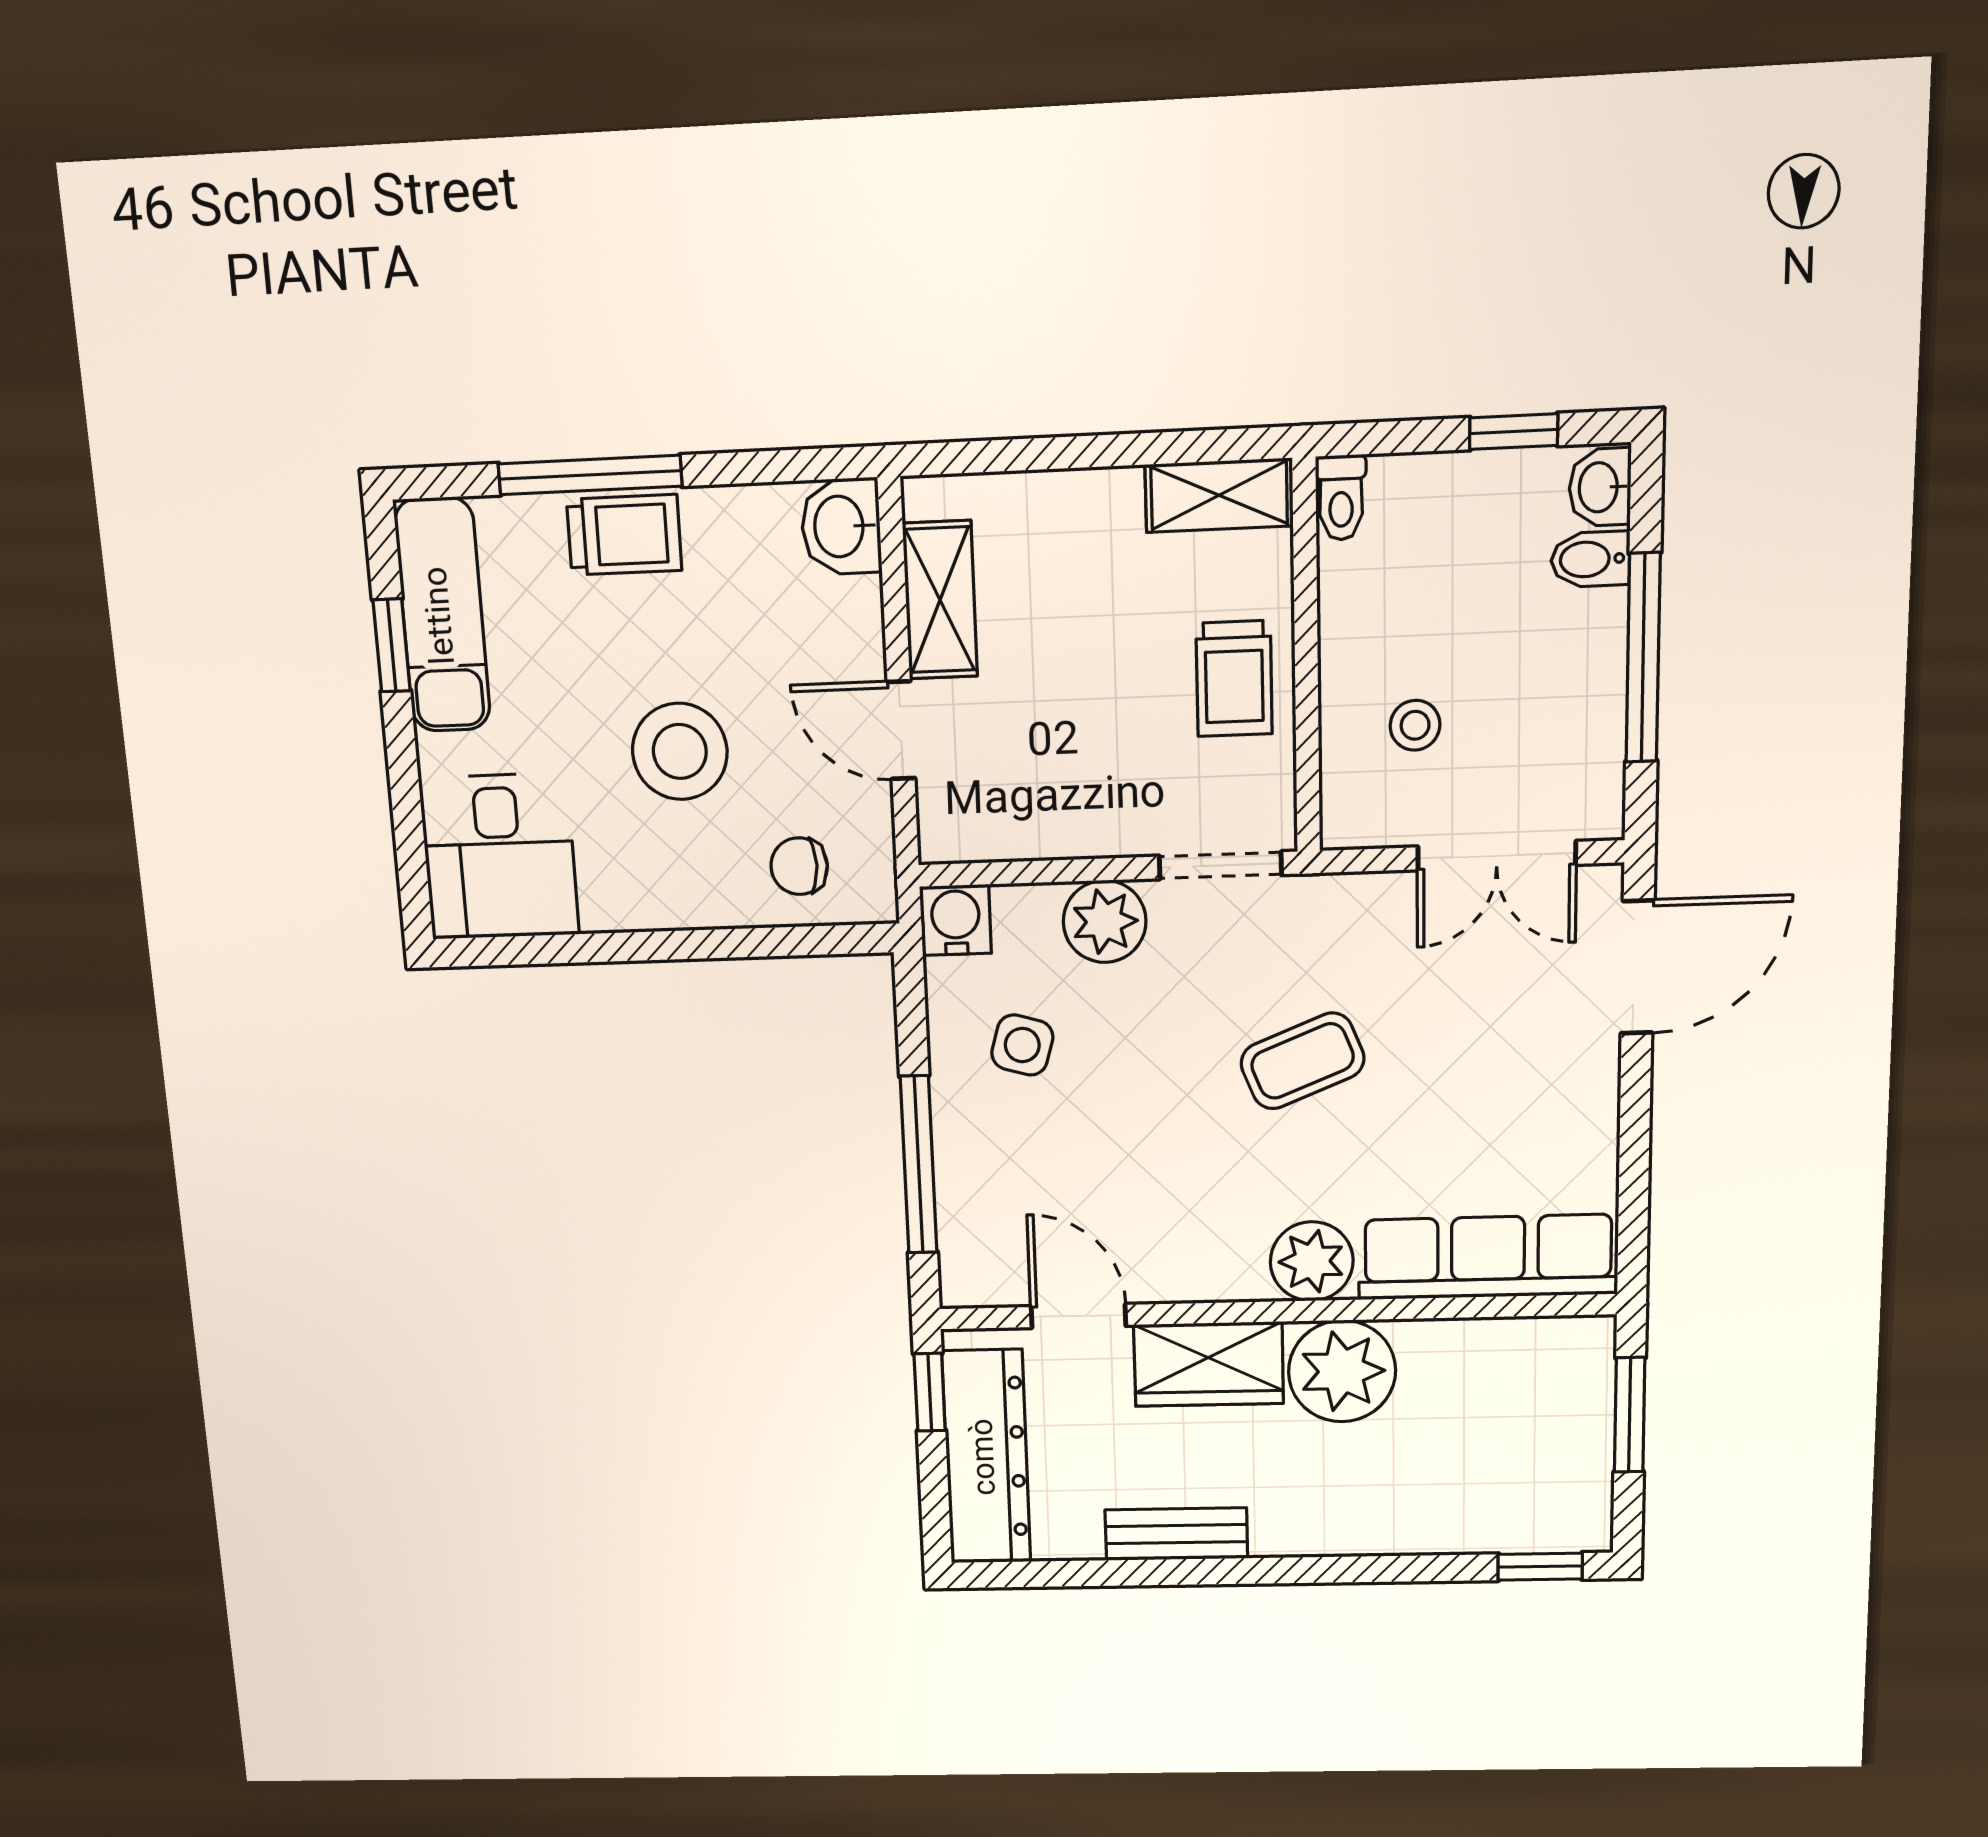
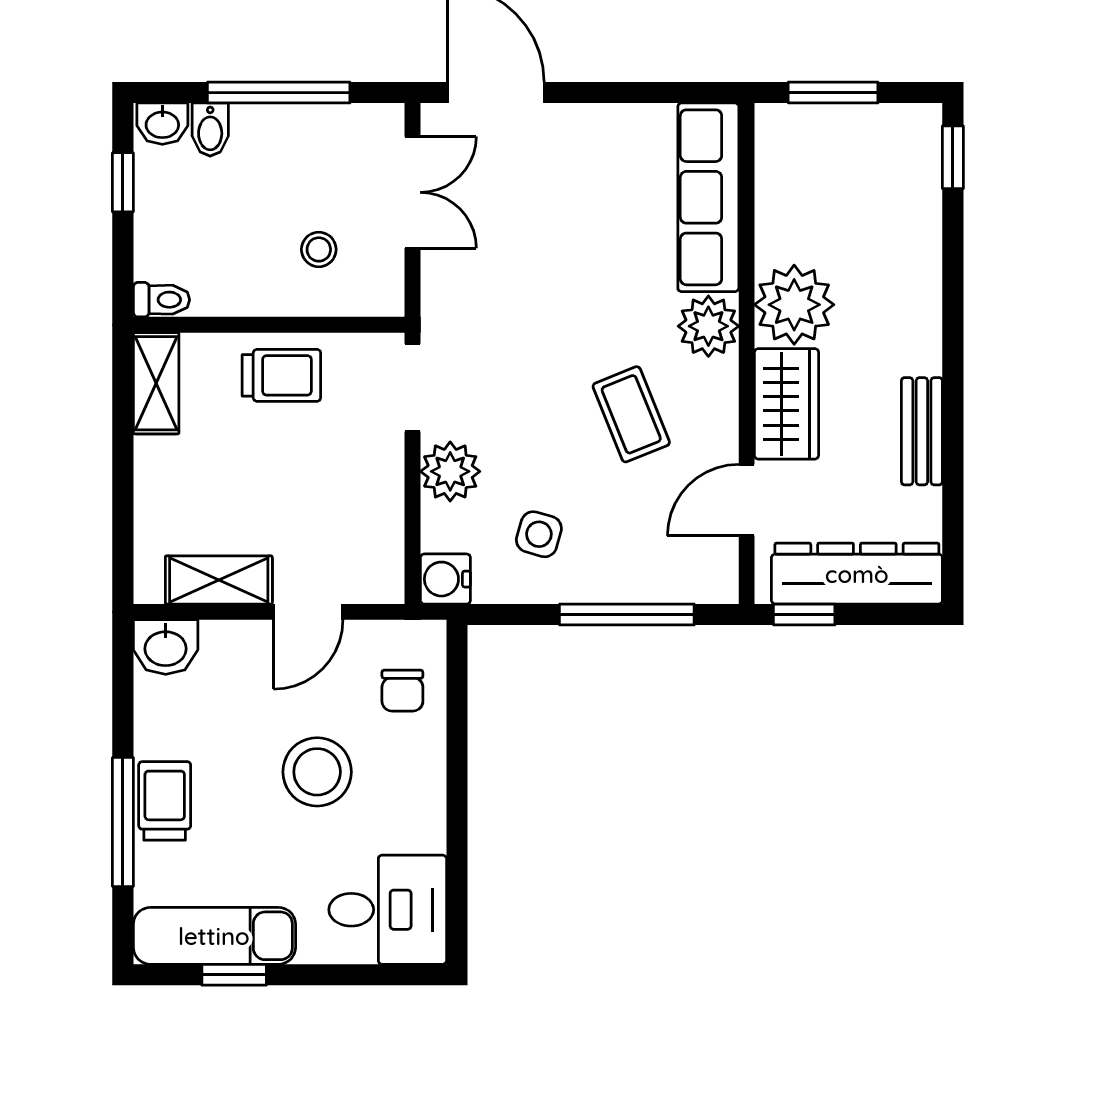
coffee table: (1302, 1061) -> (631, 414), moved

